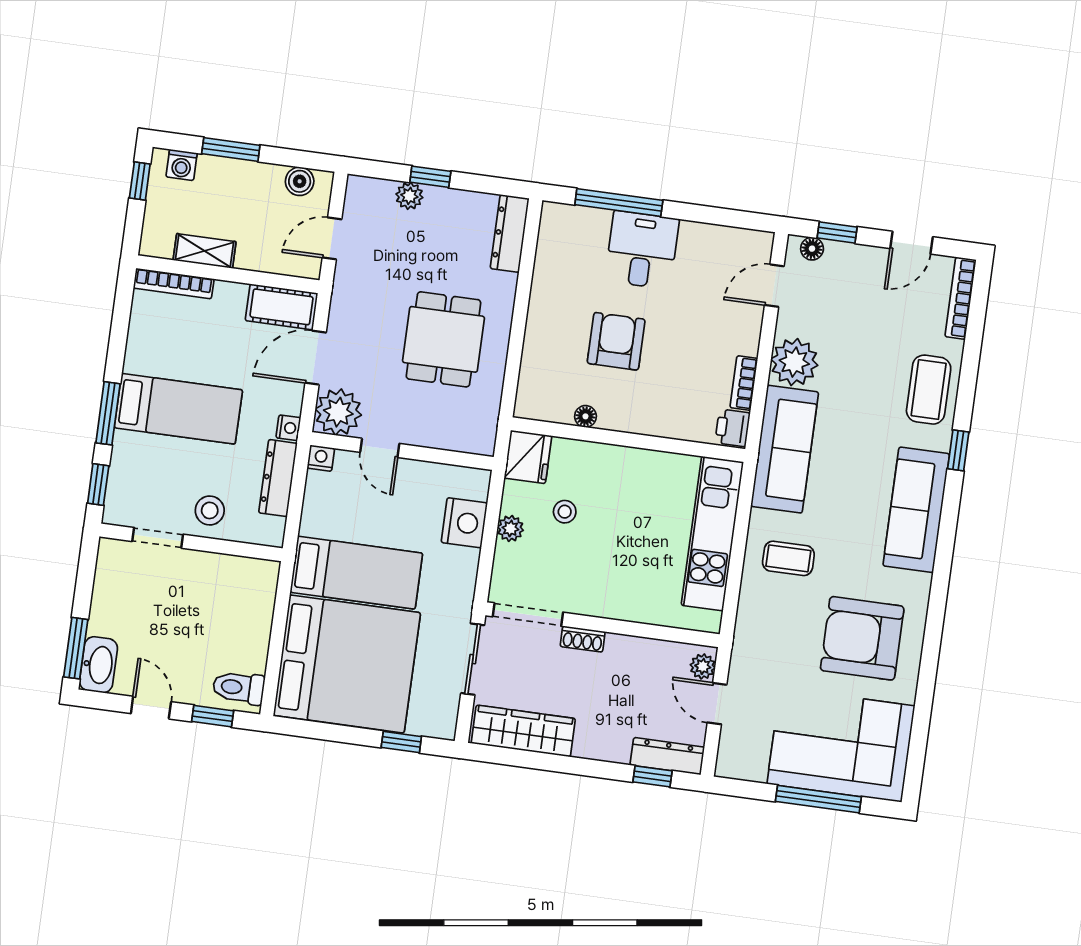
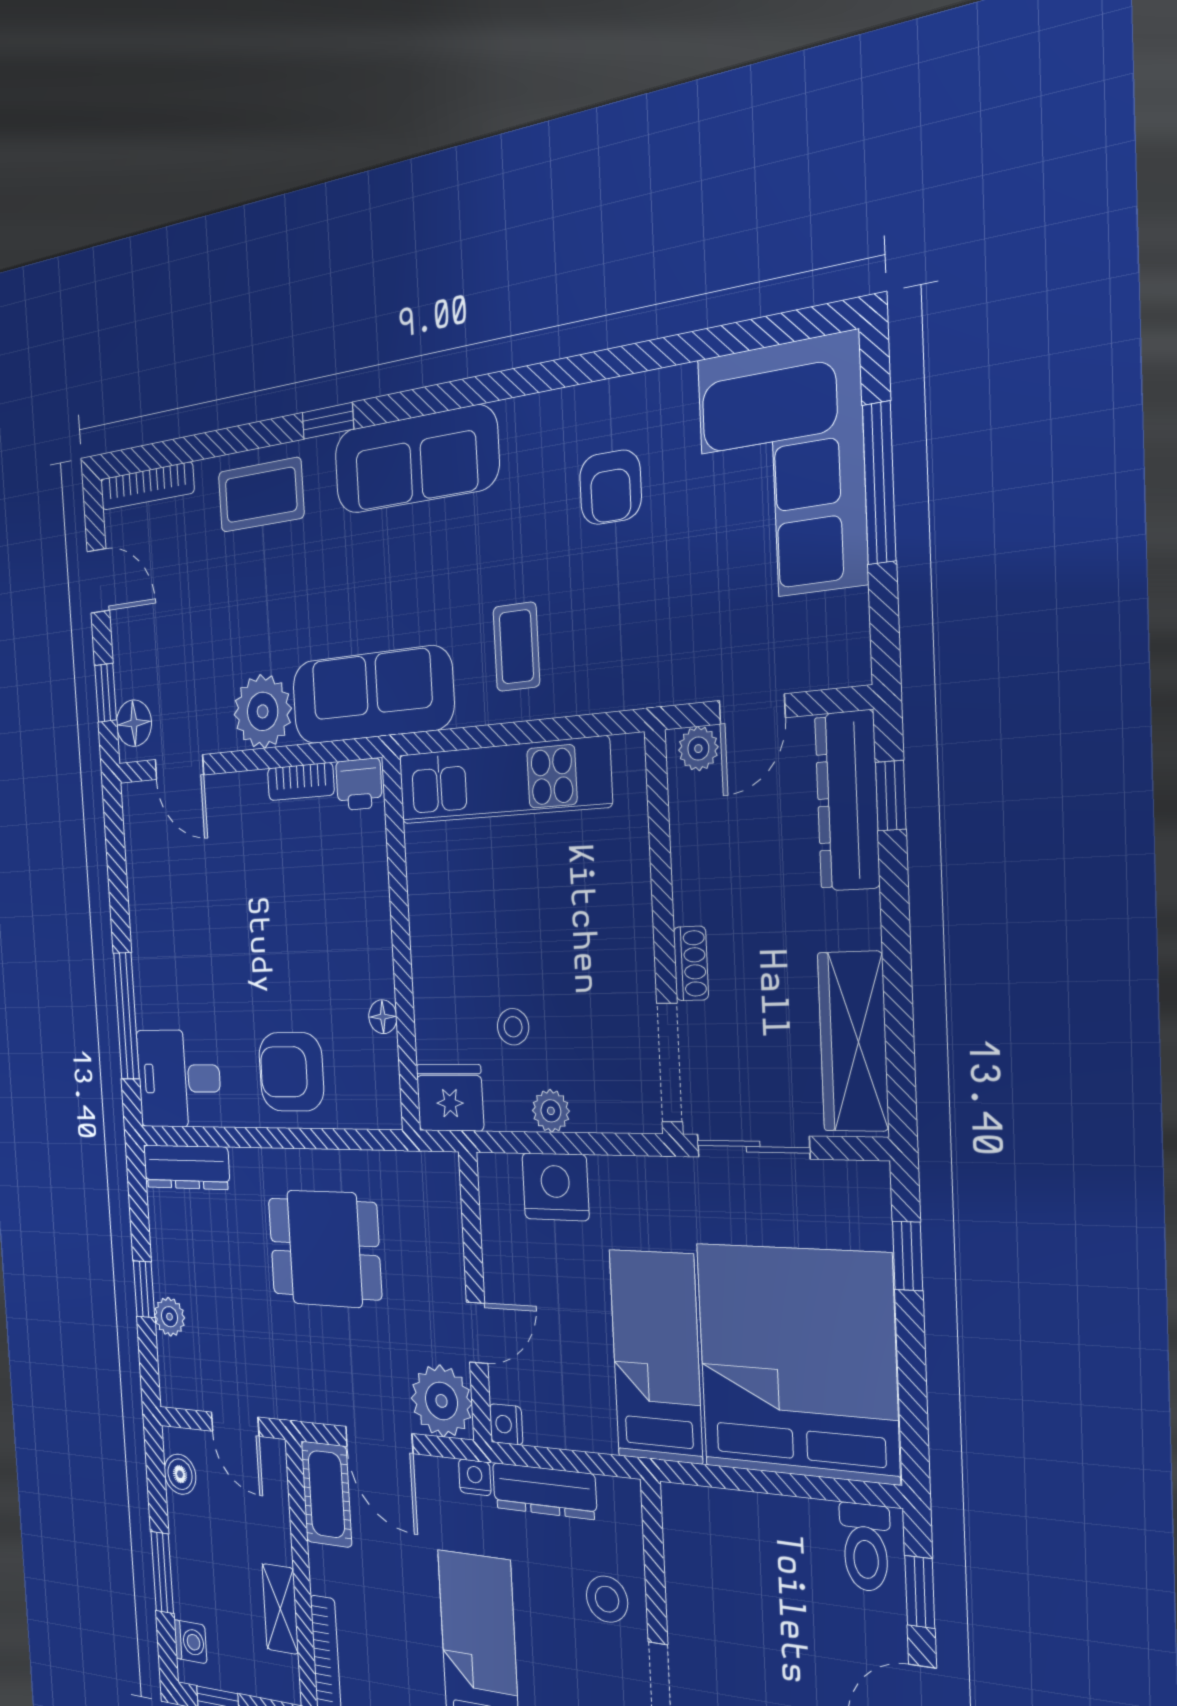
floor lamp: (812, 249) -> (134, 723), width x1.37, depth x1.37
desk: (642, 250) -> (179, 1078), moved
armchair: (616, 341) -> (291, 1072), moved
armchair: (862, 638) -> (610, 487), width x0.53, depth x0.53
dresser: (667, 756) -> (847, 801), width x1.37, depth x1.24

